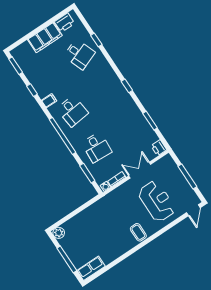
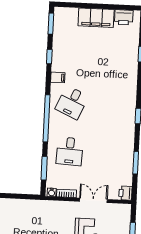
desk: (79, 54) -> (116, 56), removed
desk: (72, 111) -> (72, 103), turned 30

